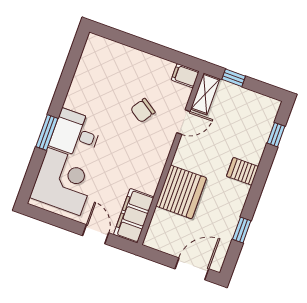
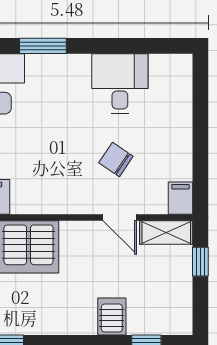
desk: (76, 134) -> (120, 84), moved
server rack: (242, 171) -> (112, 317), moved

